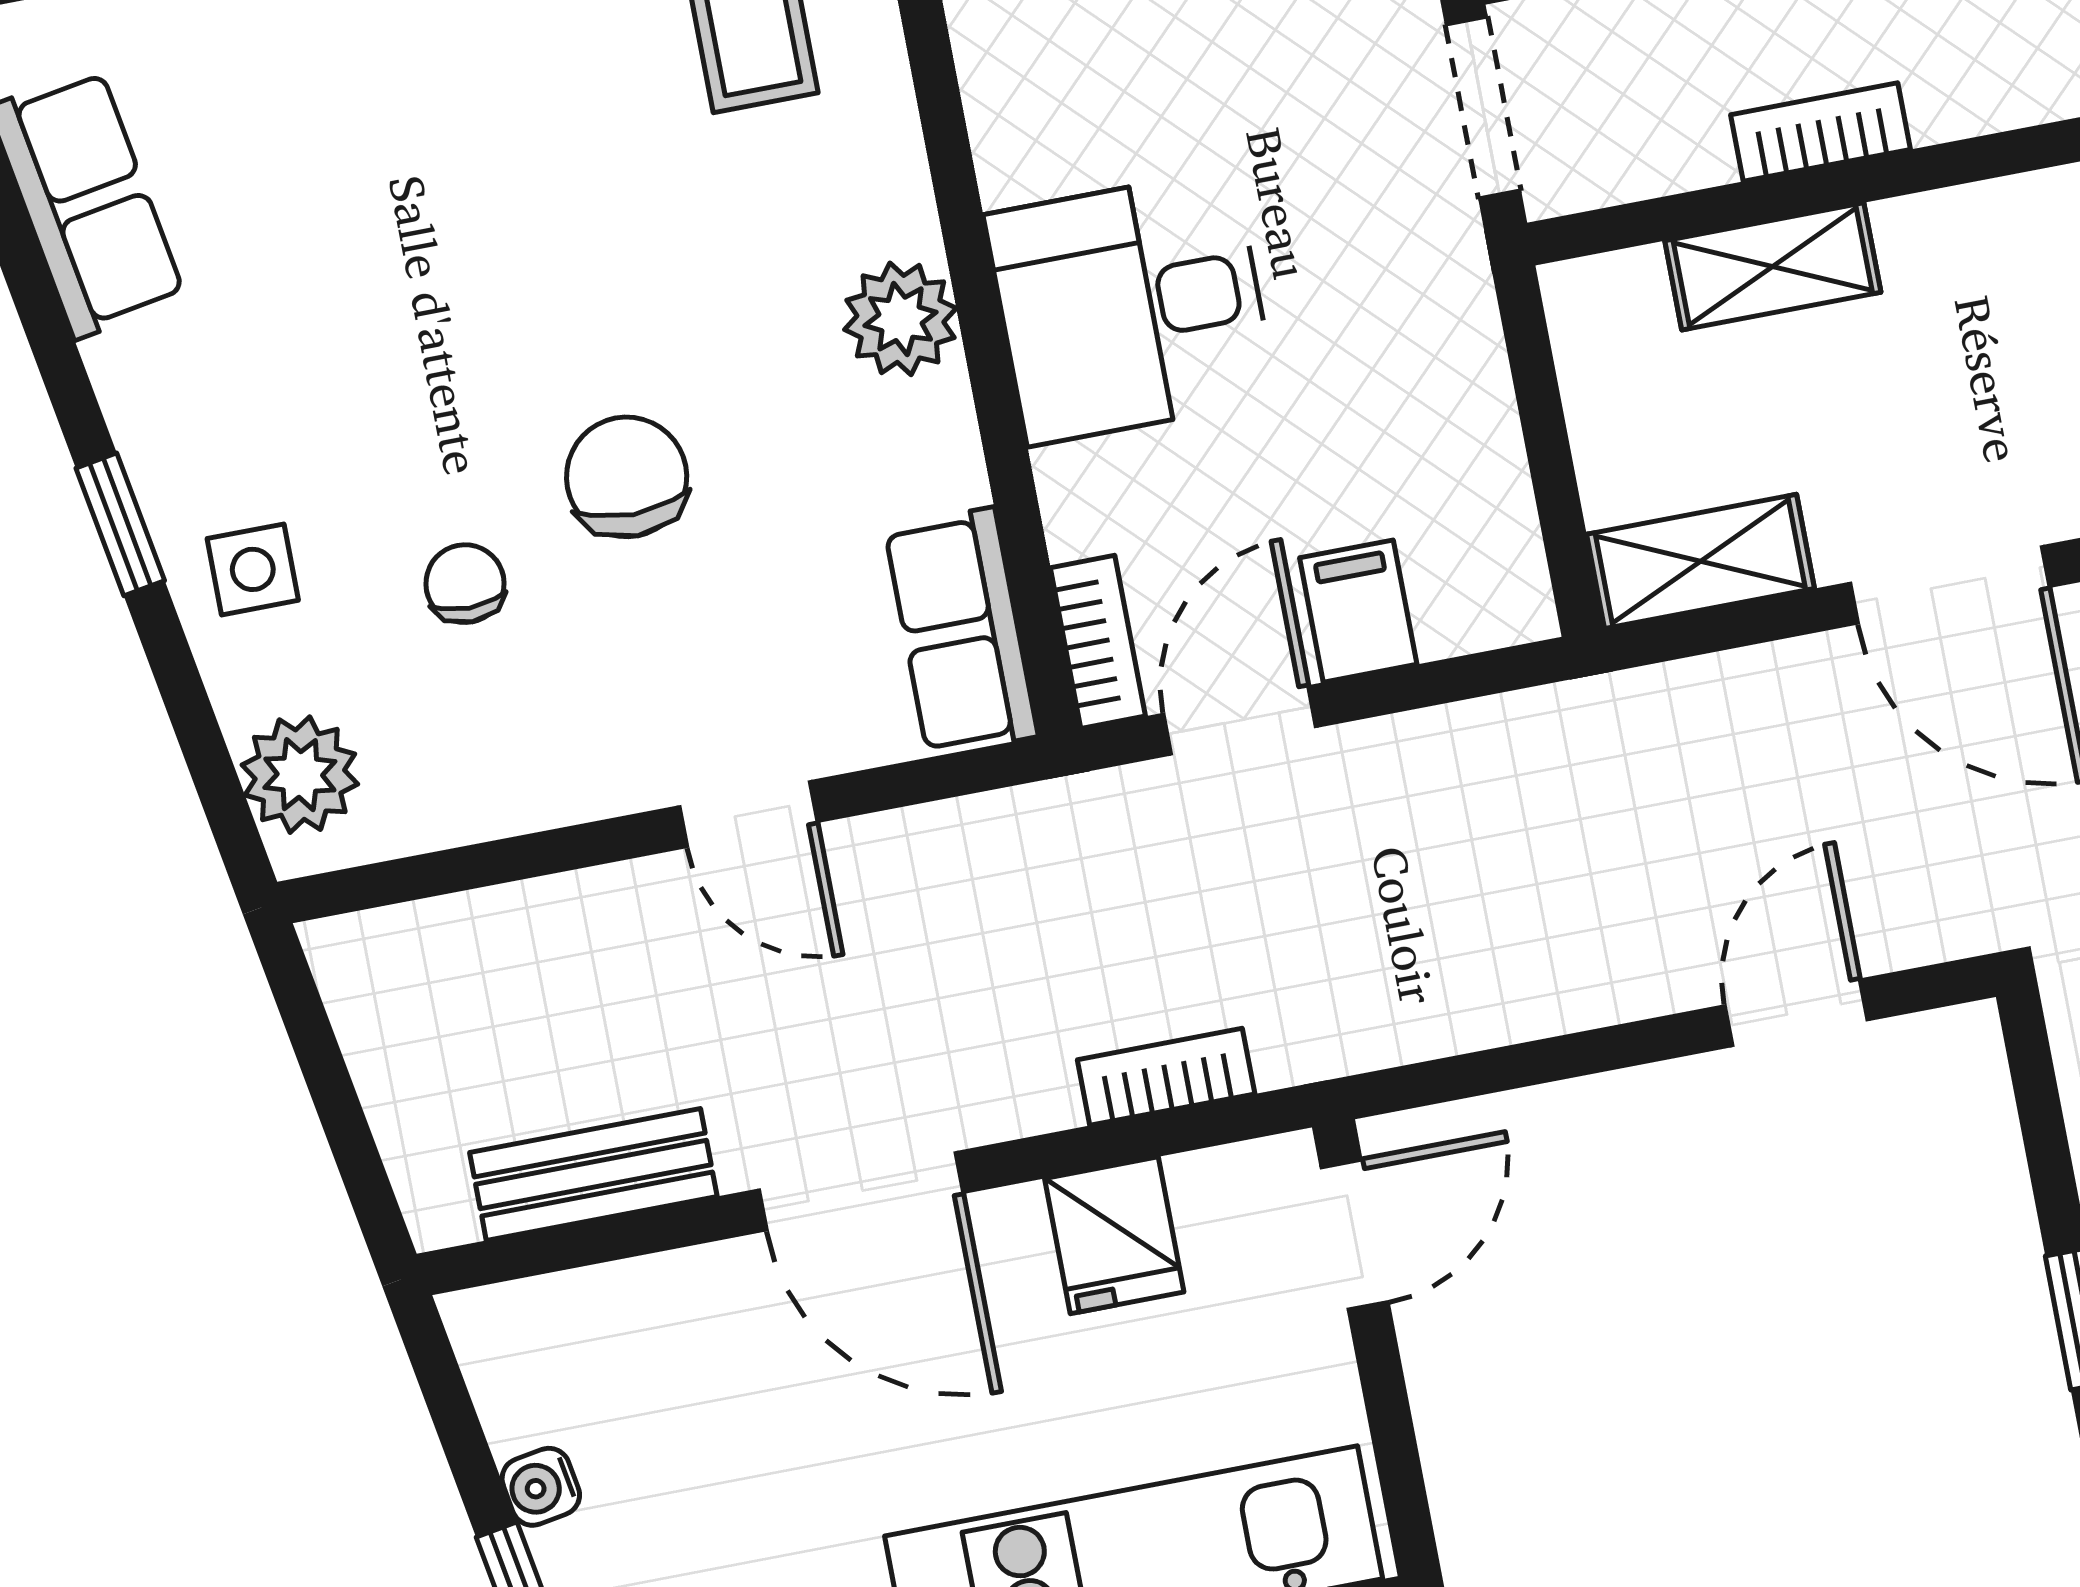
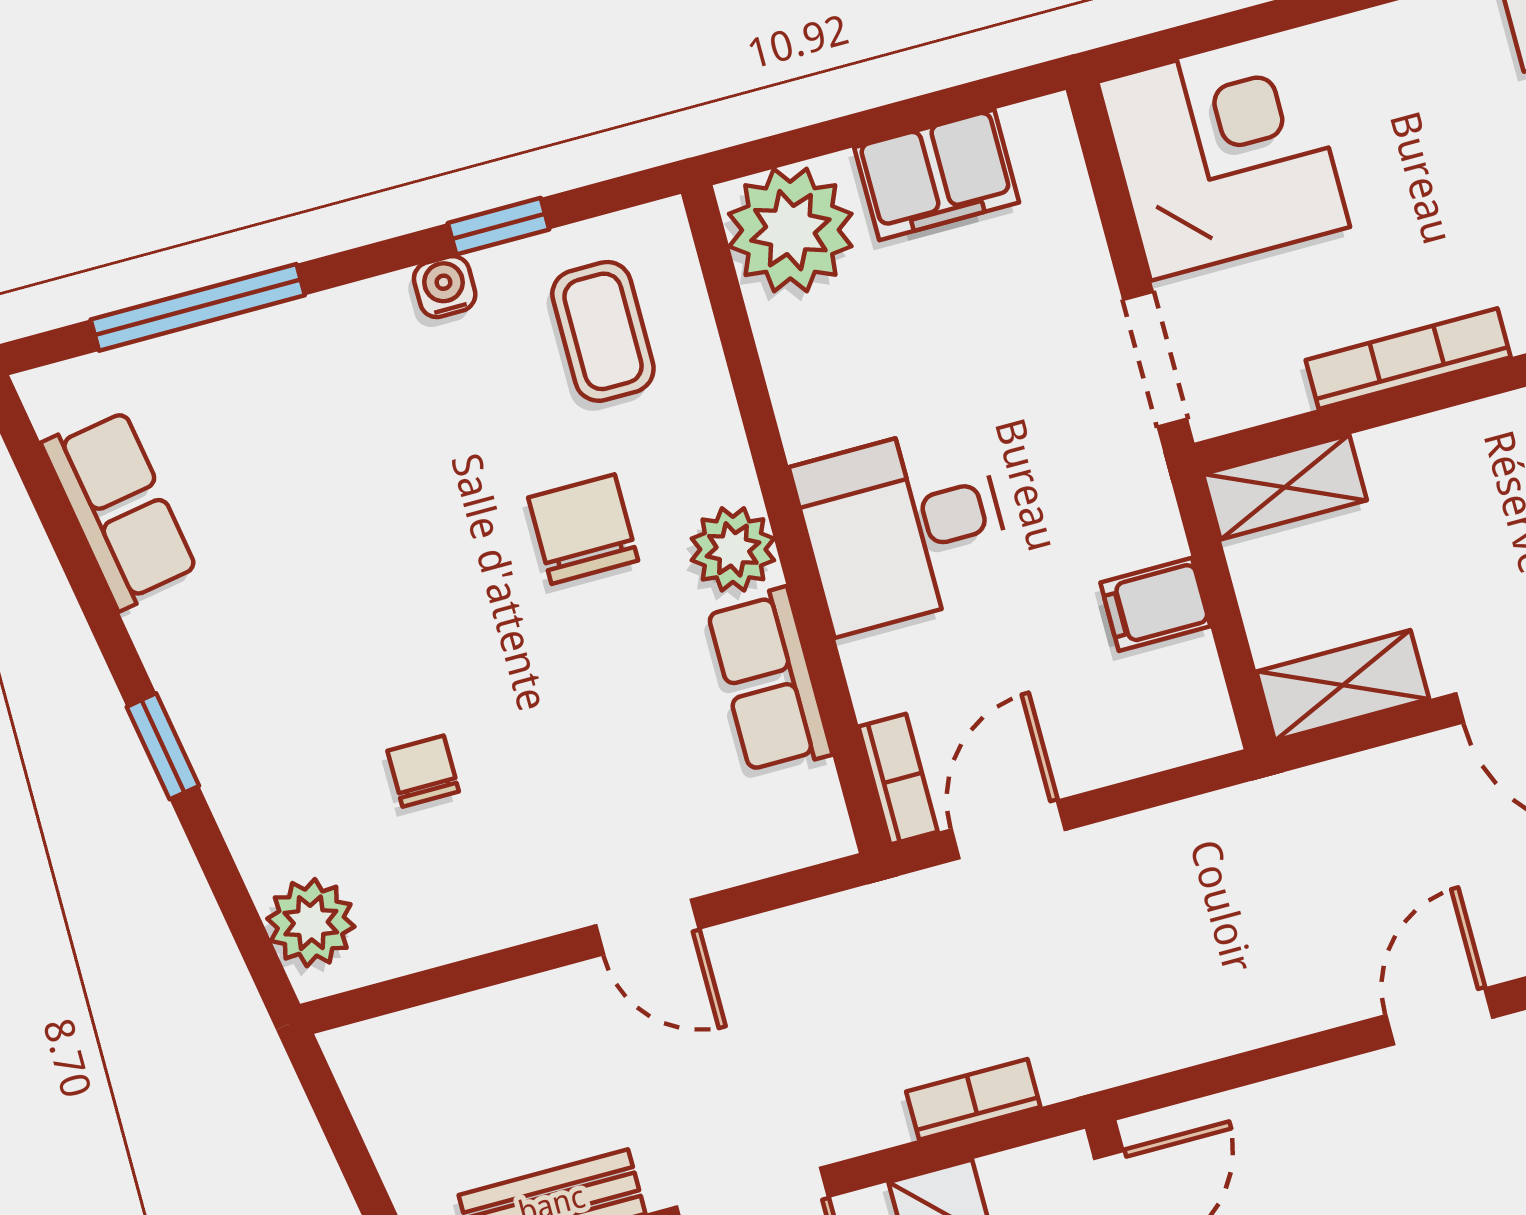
bookcase: (1820, 132) -> (1408, 359), width x1.56
shelving: (1773, 266) -> (1285, 487), moved
chair: (627, 477) -> (583, 529), moved
side table: (253, 569) -> (264, 772), removed
filing cabinet: (1358, 611) -> (1155, 604), moved, turned -90
row of seats: (961, 632) -> (769, 681), moved

